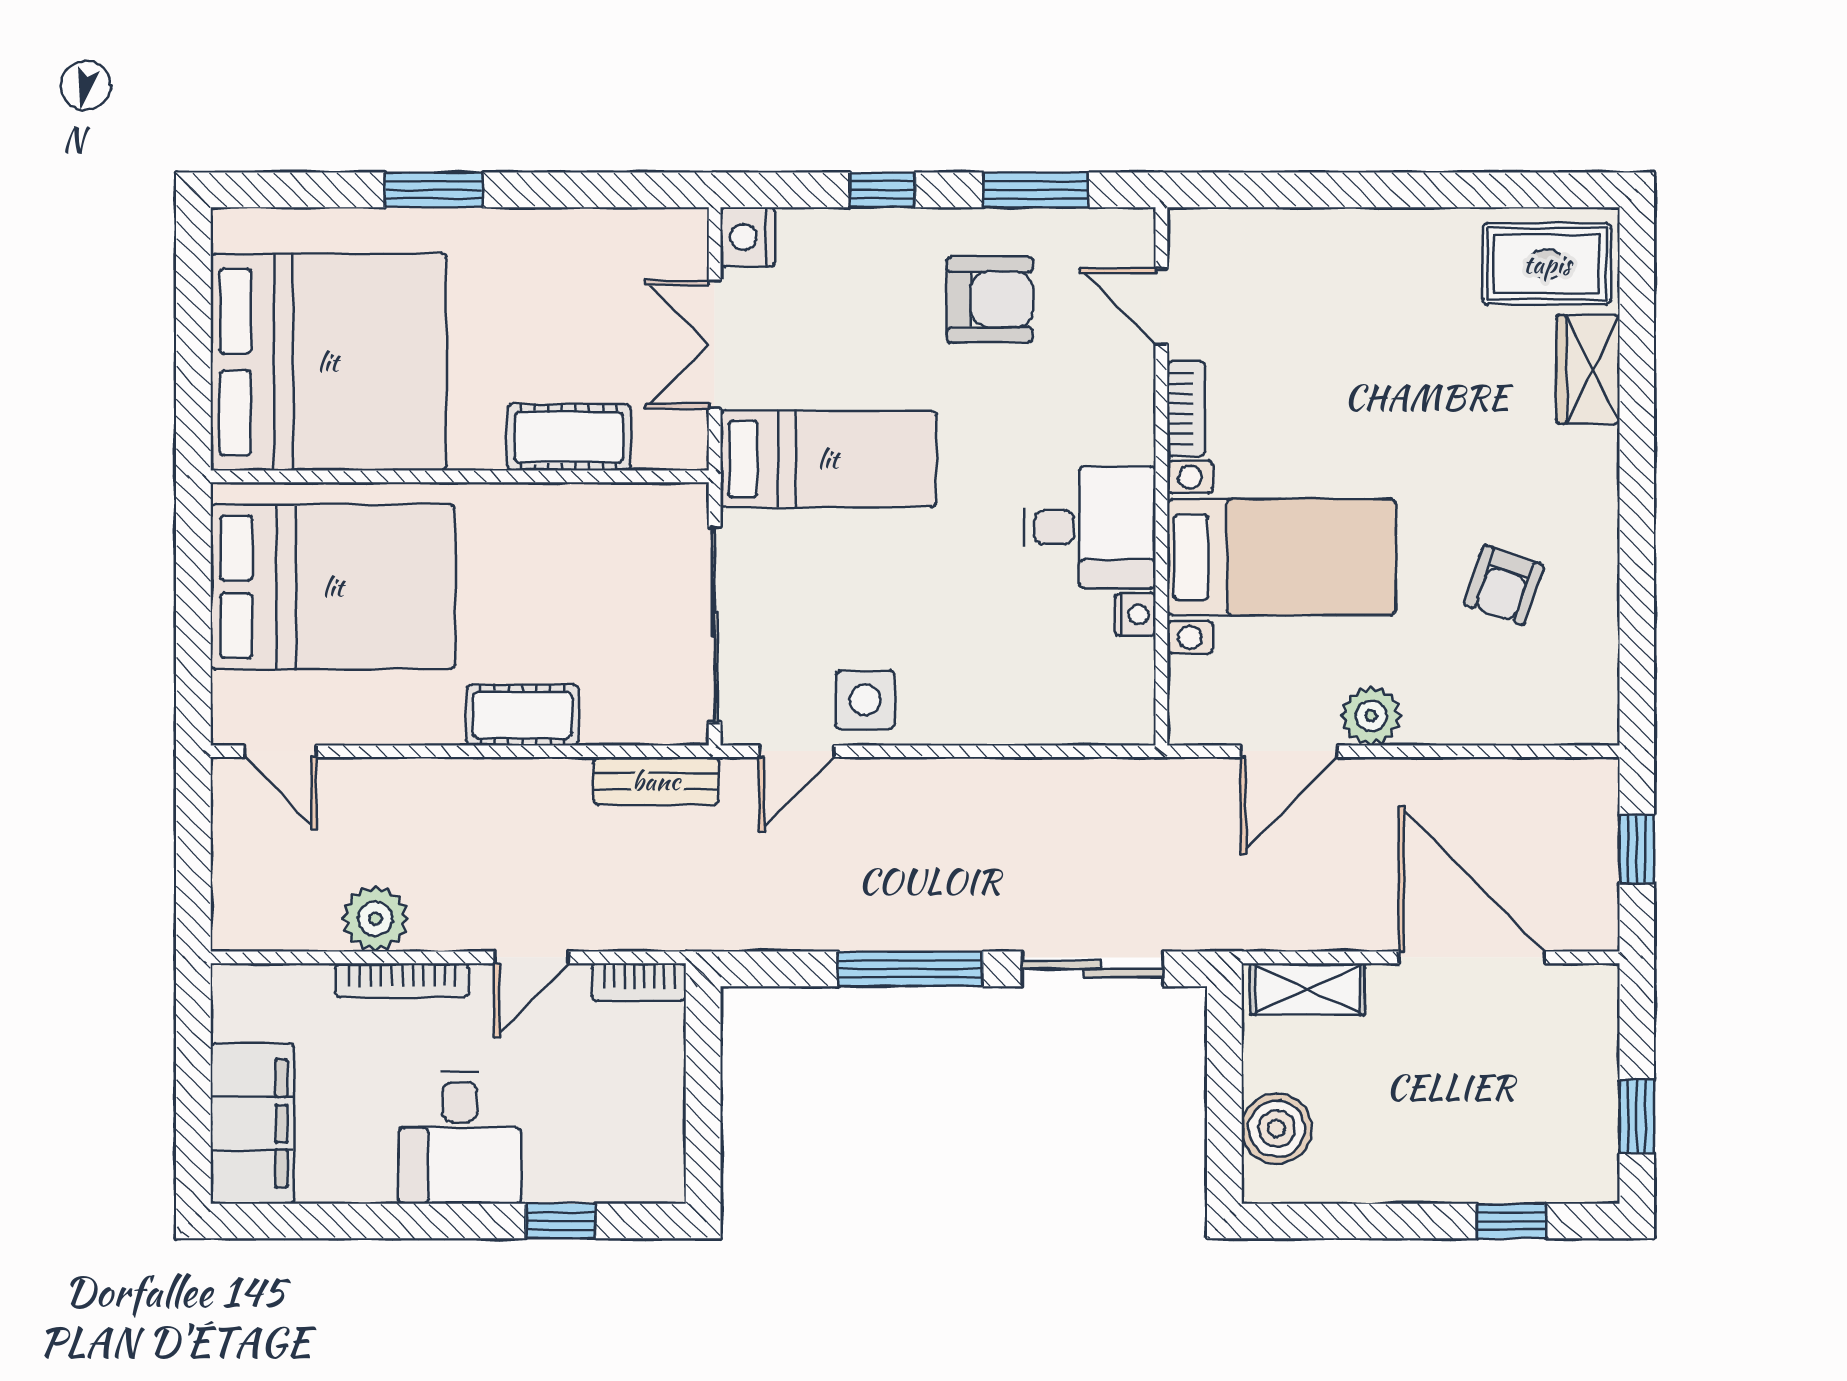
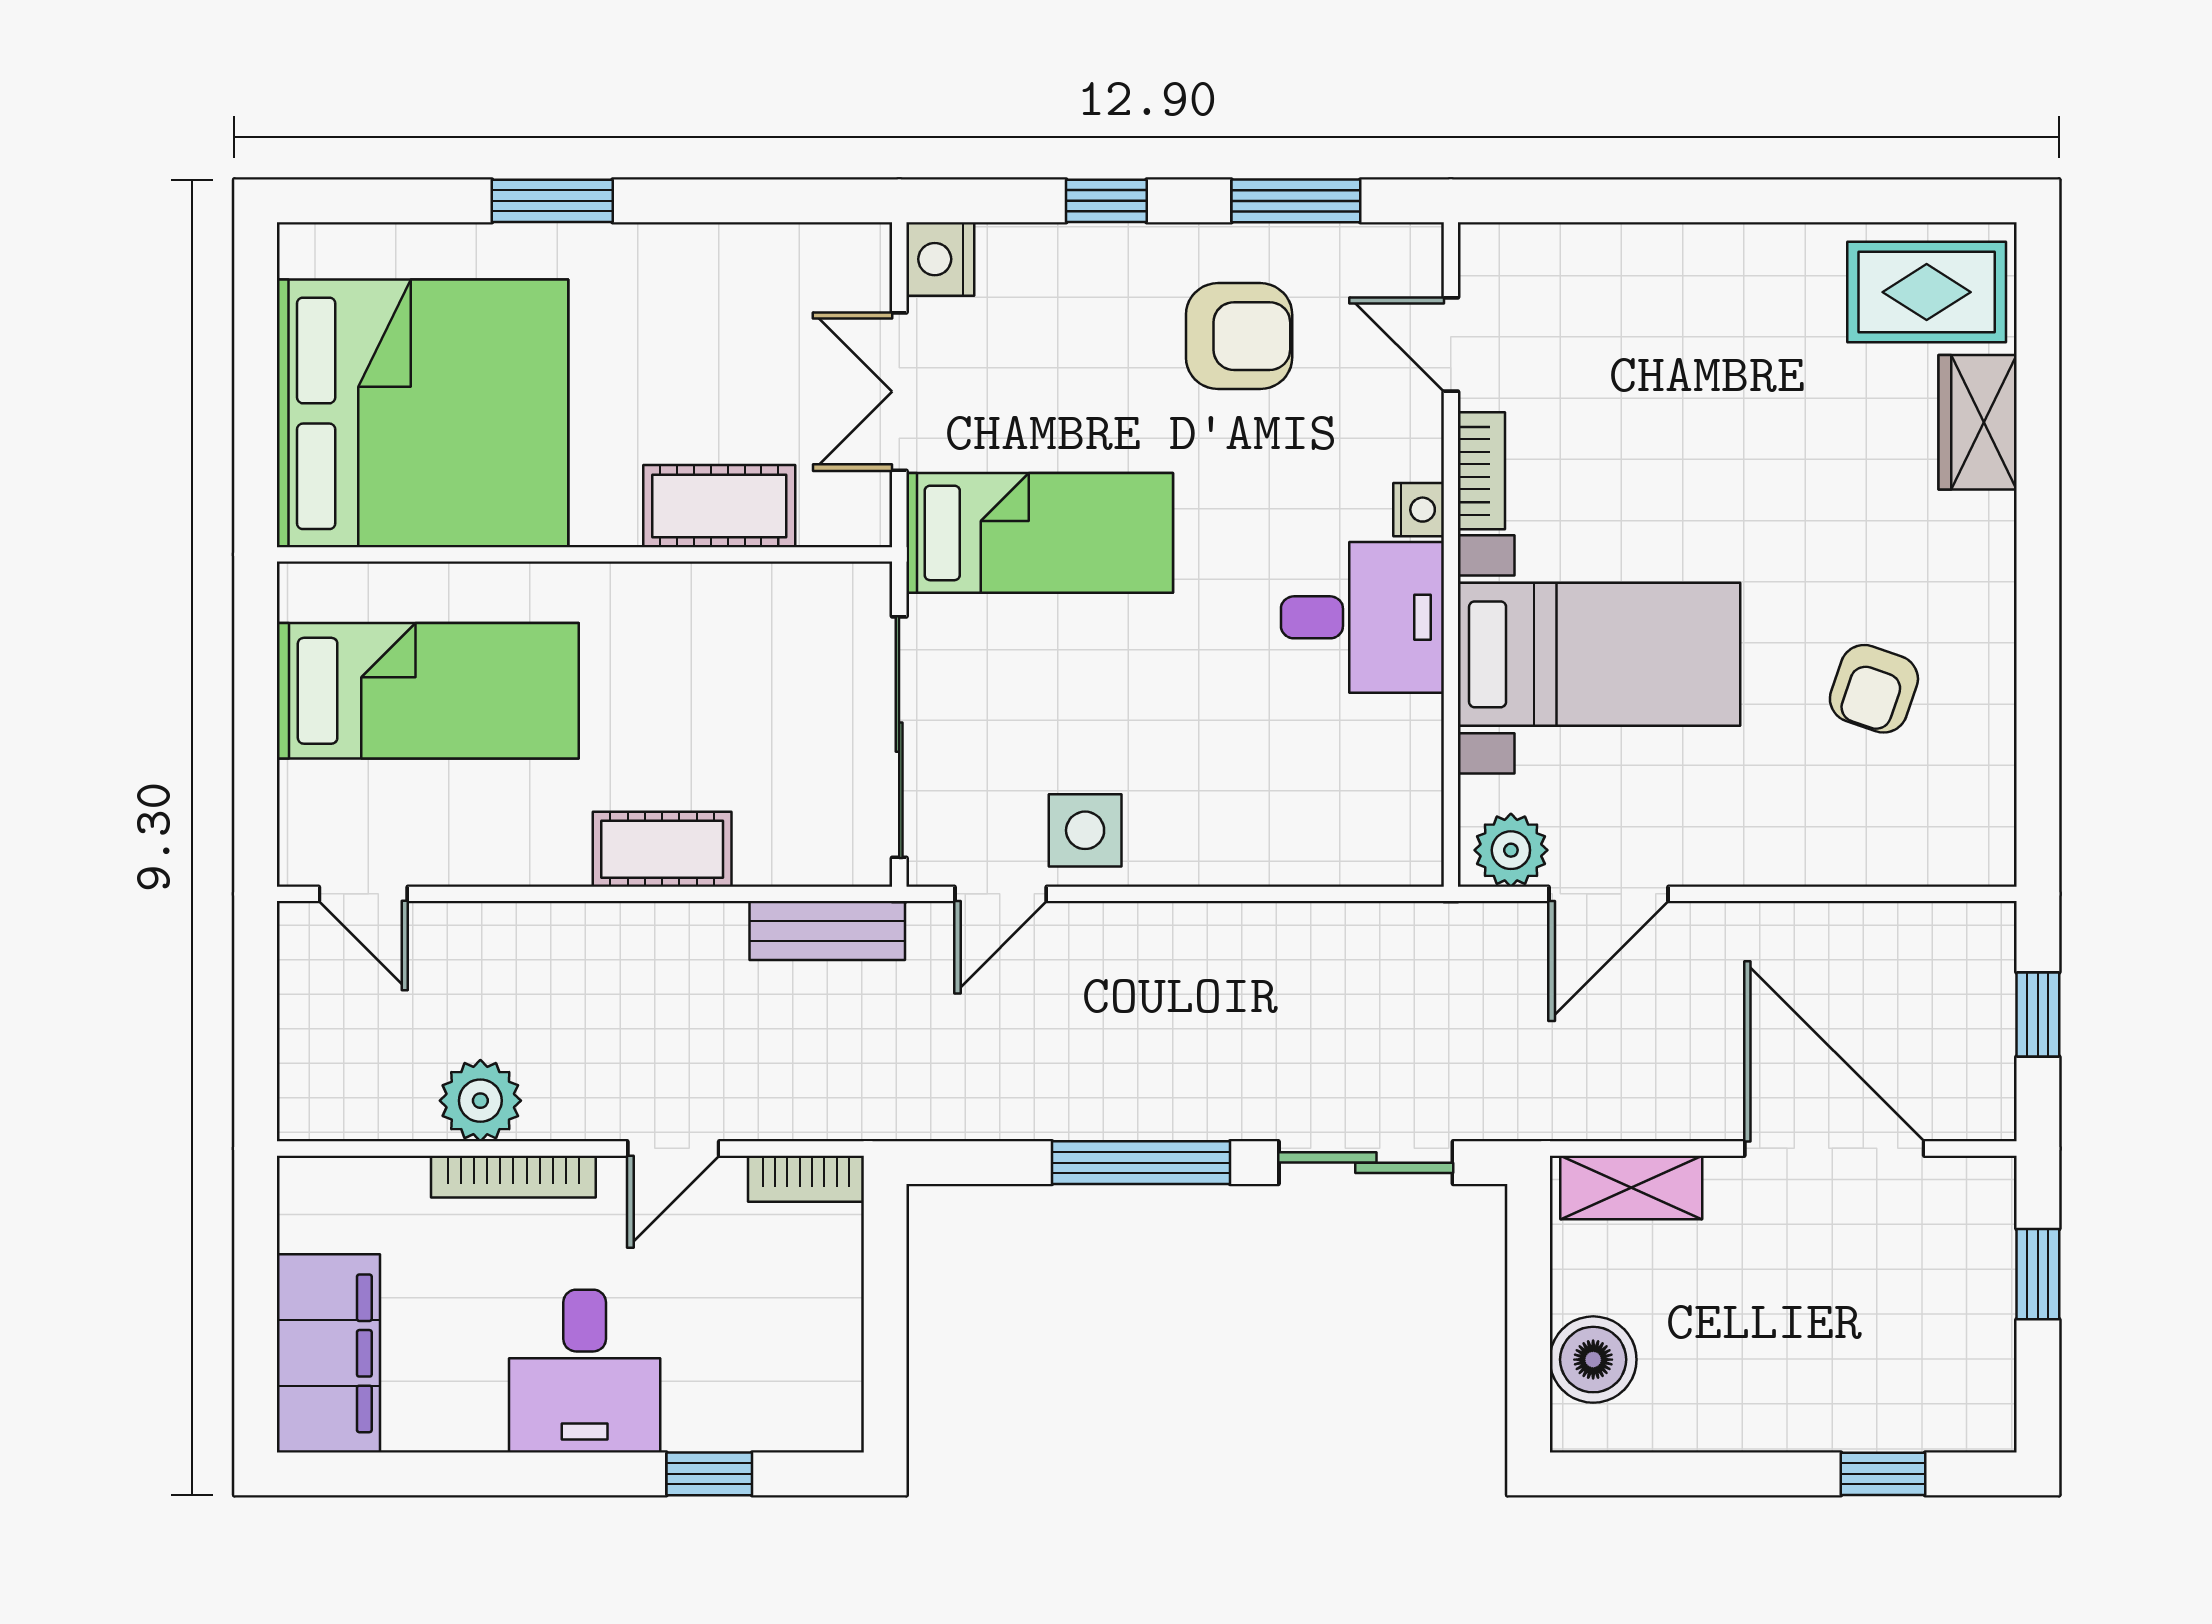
bed: (333, 587) -> (428, 691), width x0.67
nightstand: (1135, 615) -> (1419, 510), moved
plant: (1371, 716) -> (1511, 850), moved
window: (1637, 1116) -> (2038, 1274), moved

